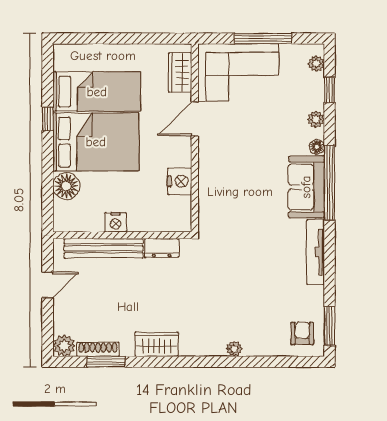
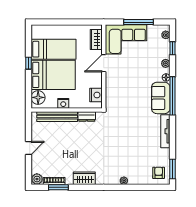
nightstand: (116, 222) -> (63, 103), moved
wall: (122, 235) -> (67, 110), moved
bench: (104, 248) -> (57, 117), moved
dresser: (162, 248) -> (87, 116), moved

